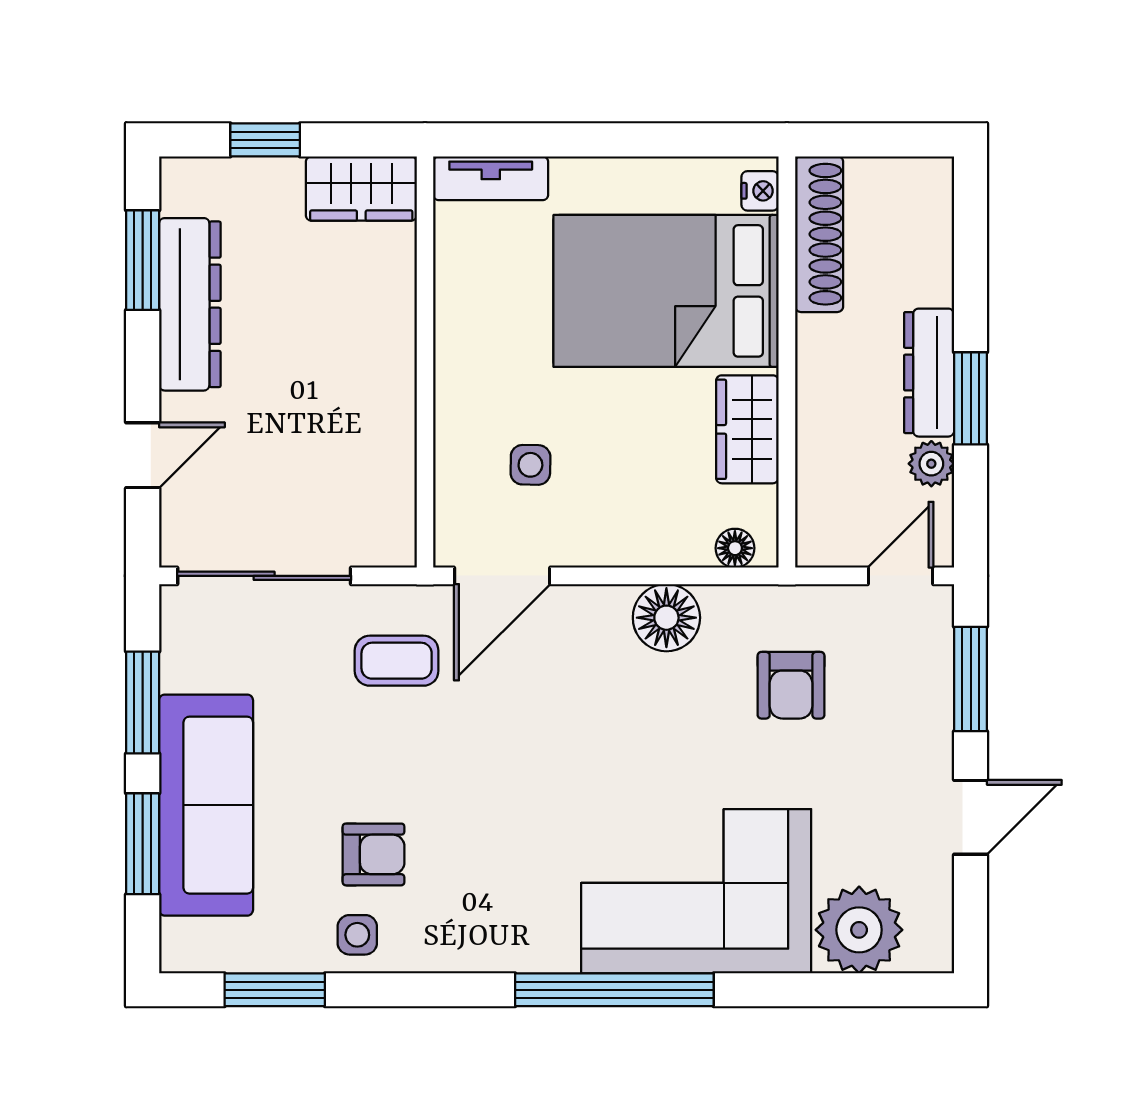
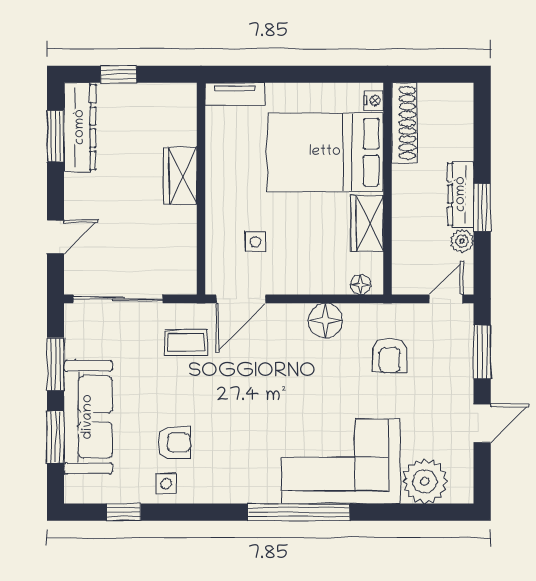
wardrobe: (361, 189) -> (180, 176), moved, turned 90
dresser: (190, 304) -> (80, 127), moved
window: (275, 990) -> (124, 512), width x0.67

